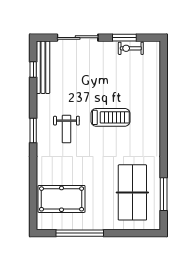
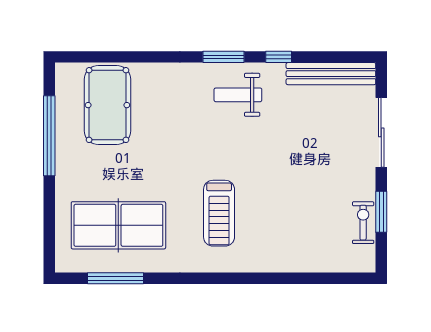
window: (33, 69) -> (279, 57), moved
treadmill: (110, 117) -> (219, 213), moved
weight bench: (66, 129) -> (238, 95), moved

